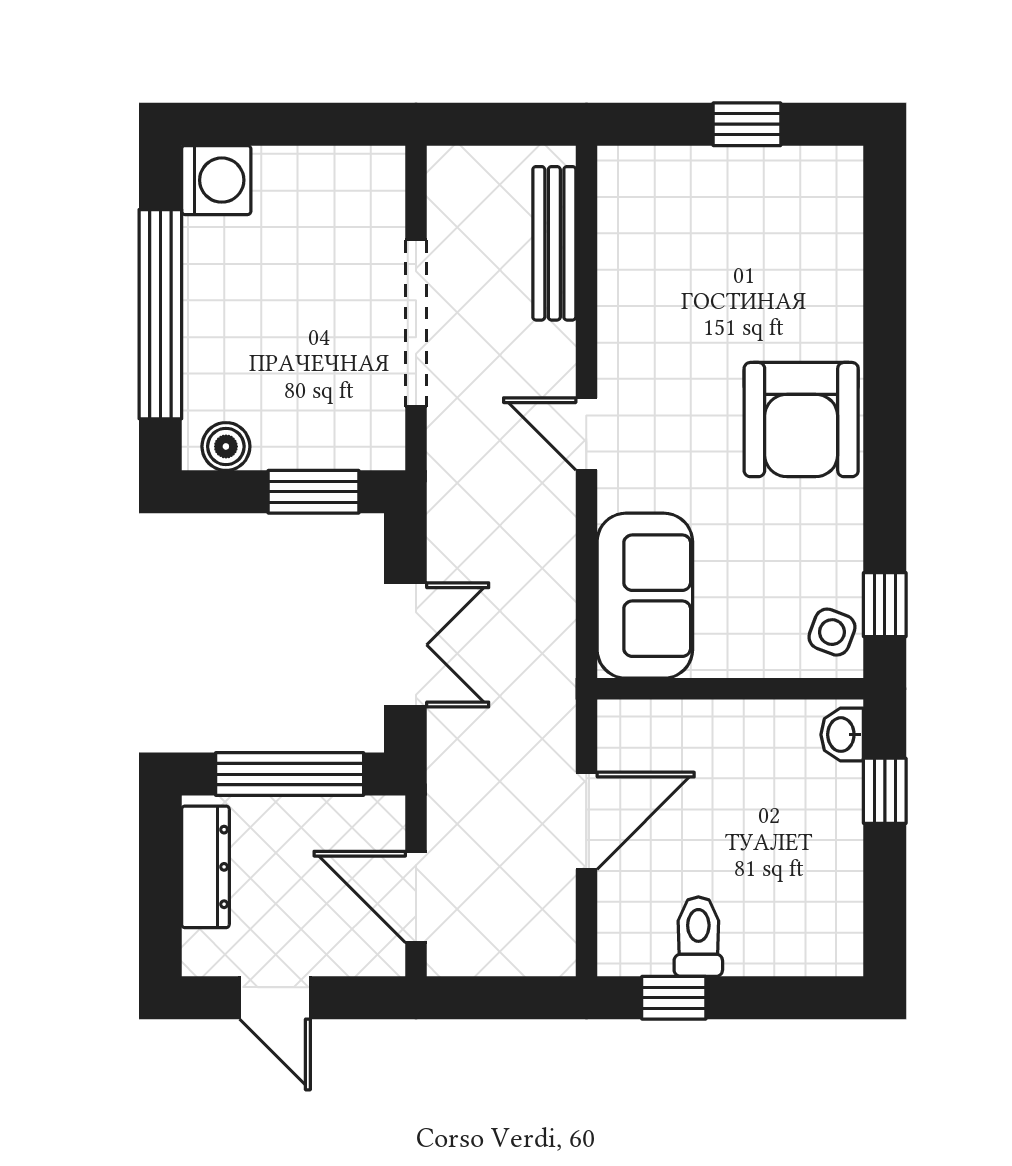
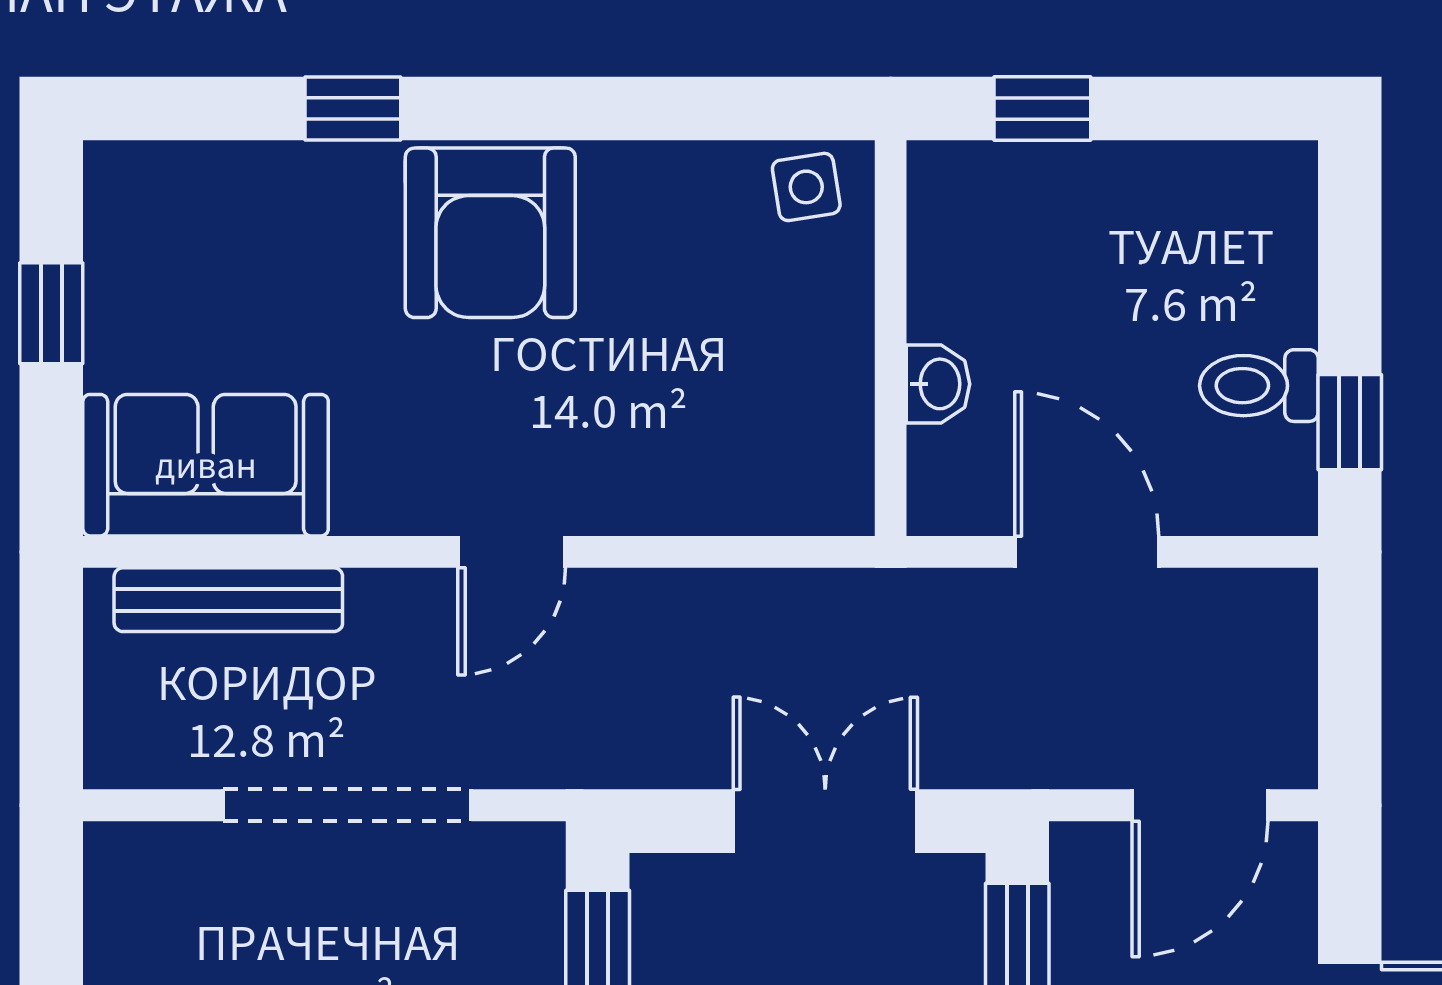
armchair: (801, 420) -> (490, 233), turned 90
sofa: (645, 596) -> (206, 465), moved
window: (885, 605) -> (353, 109), moved
side table: (832, 632) -> (806, 187), turned -30
washbasin: (842, 735) -> (938, 384), moved, turned -90

